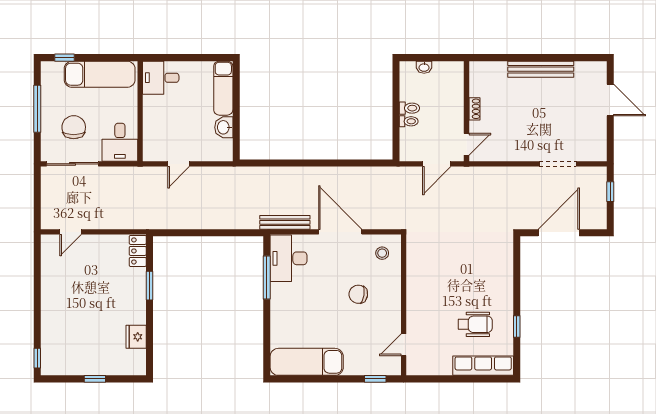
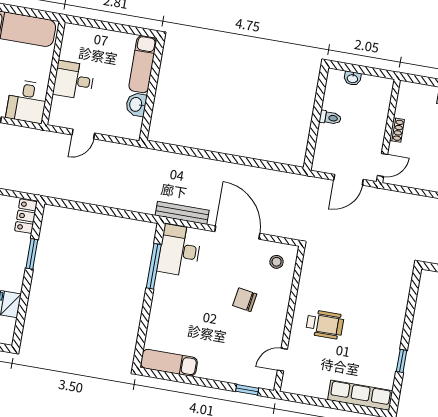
desk: (161, 78) -> (74, 80), moved
toilet: (409, 121) -> (327, 131), removed
wheelchair: (475, 324) -> (325, 324), moved
exam couch: (307, 362) -> (169, 363), width x0.73, depth x0.69

